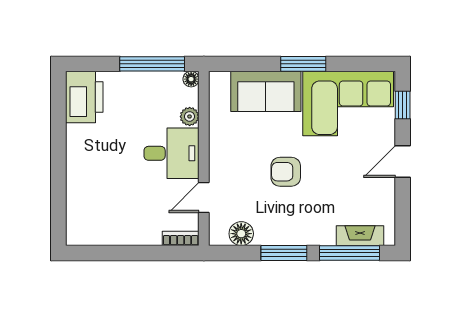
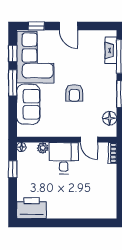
window: (152, 64) -> (13, 169), width x0.46
window: (355, 64) -> (13, 53), added

